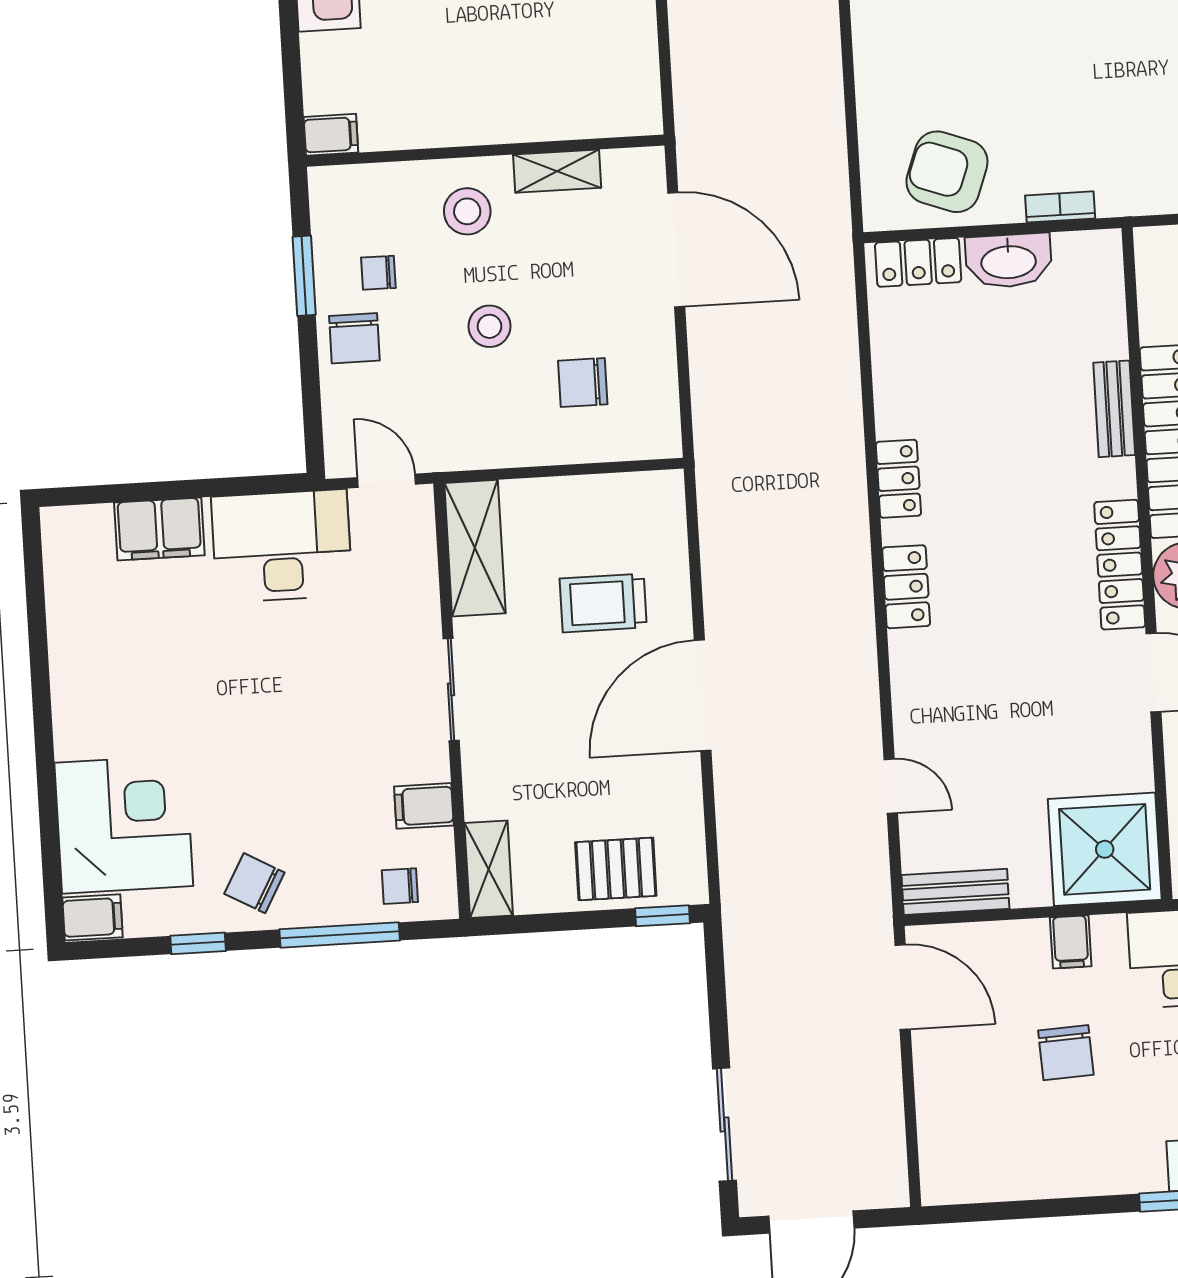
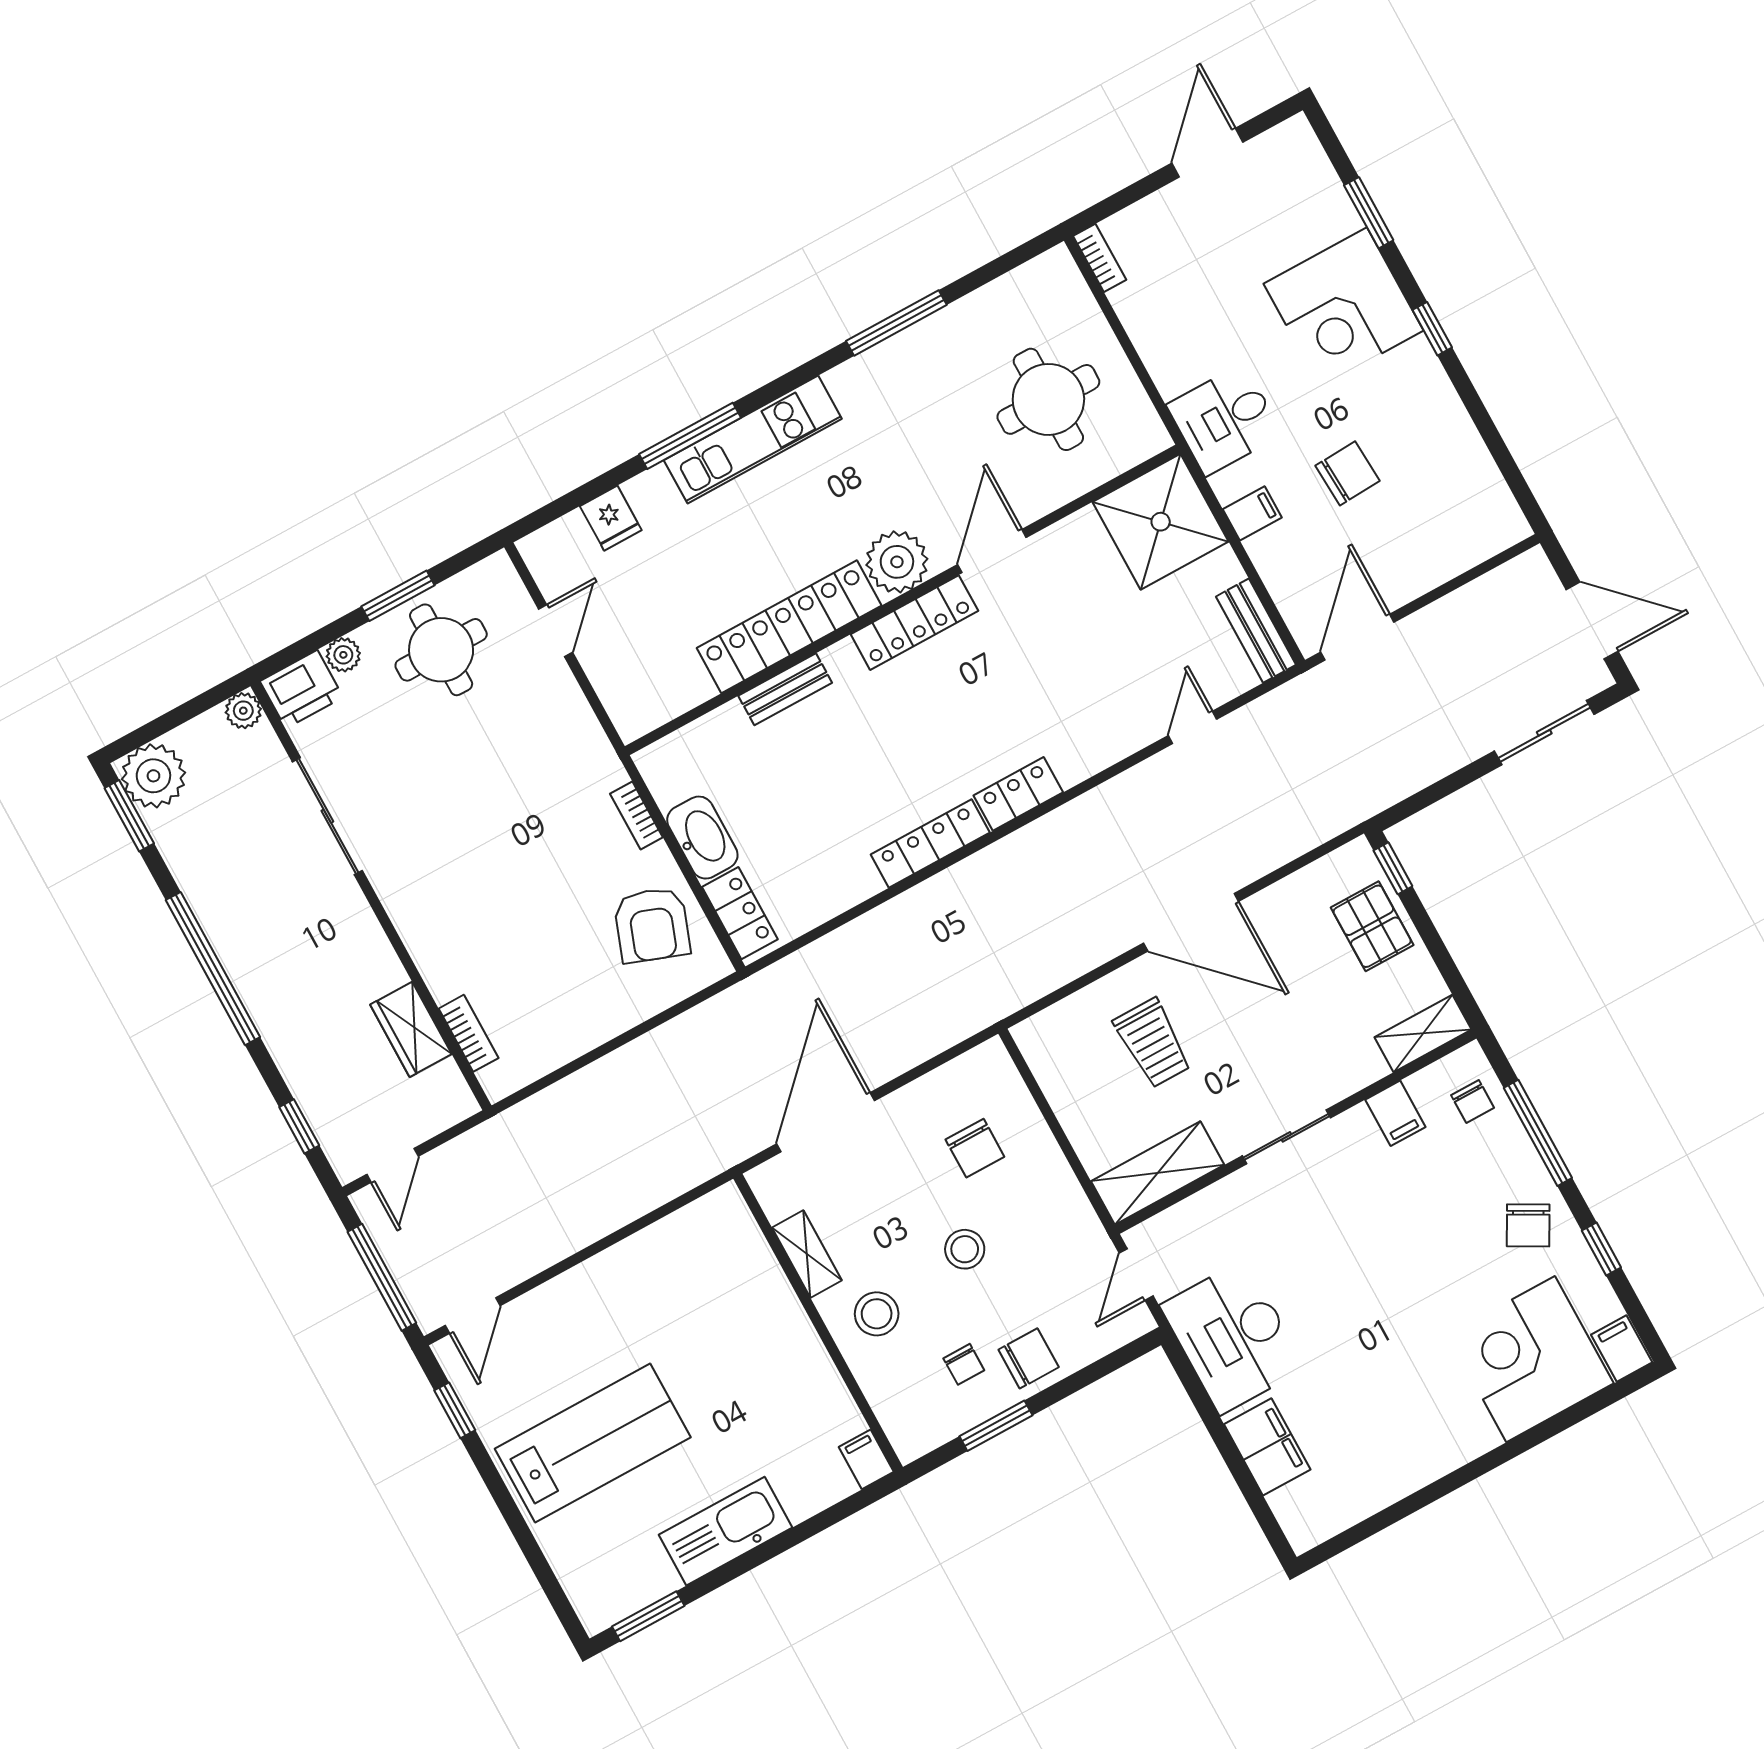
locker: (898, 479) -> (930, 843), width x1.53

